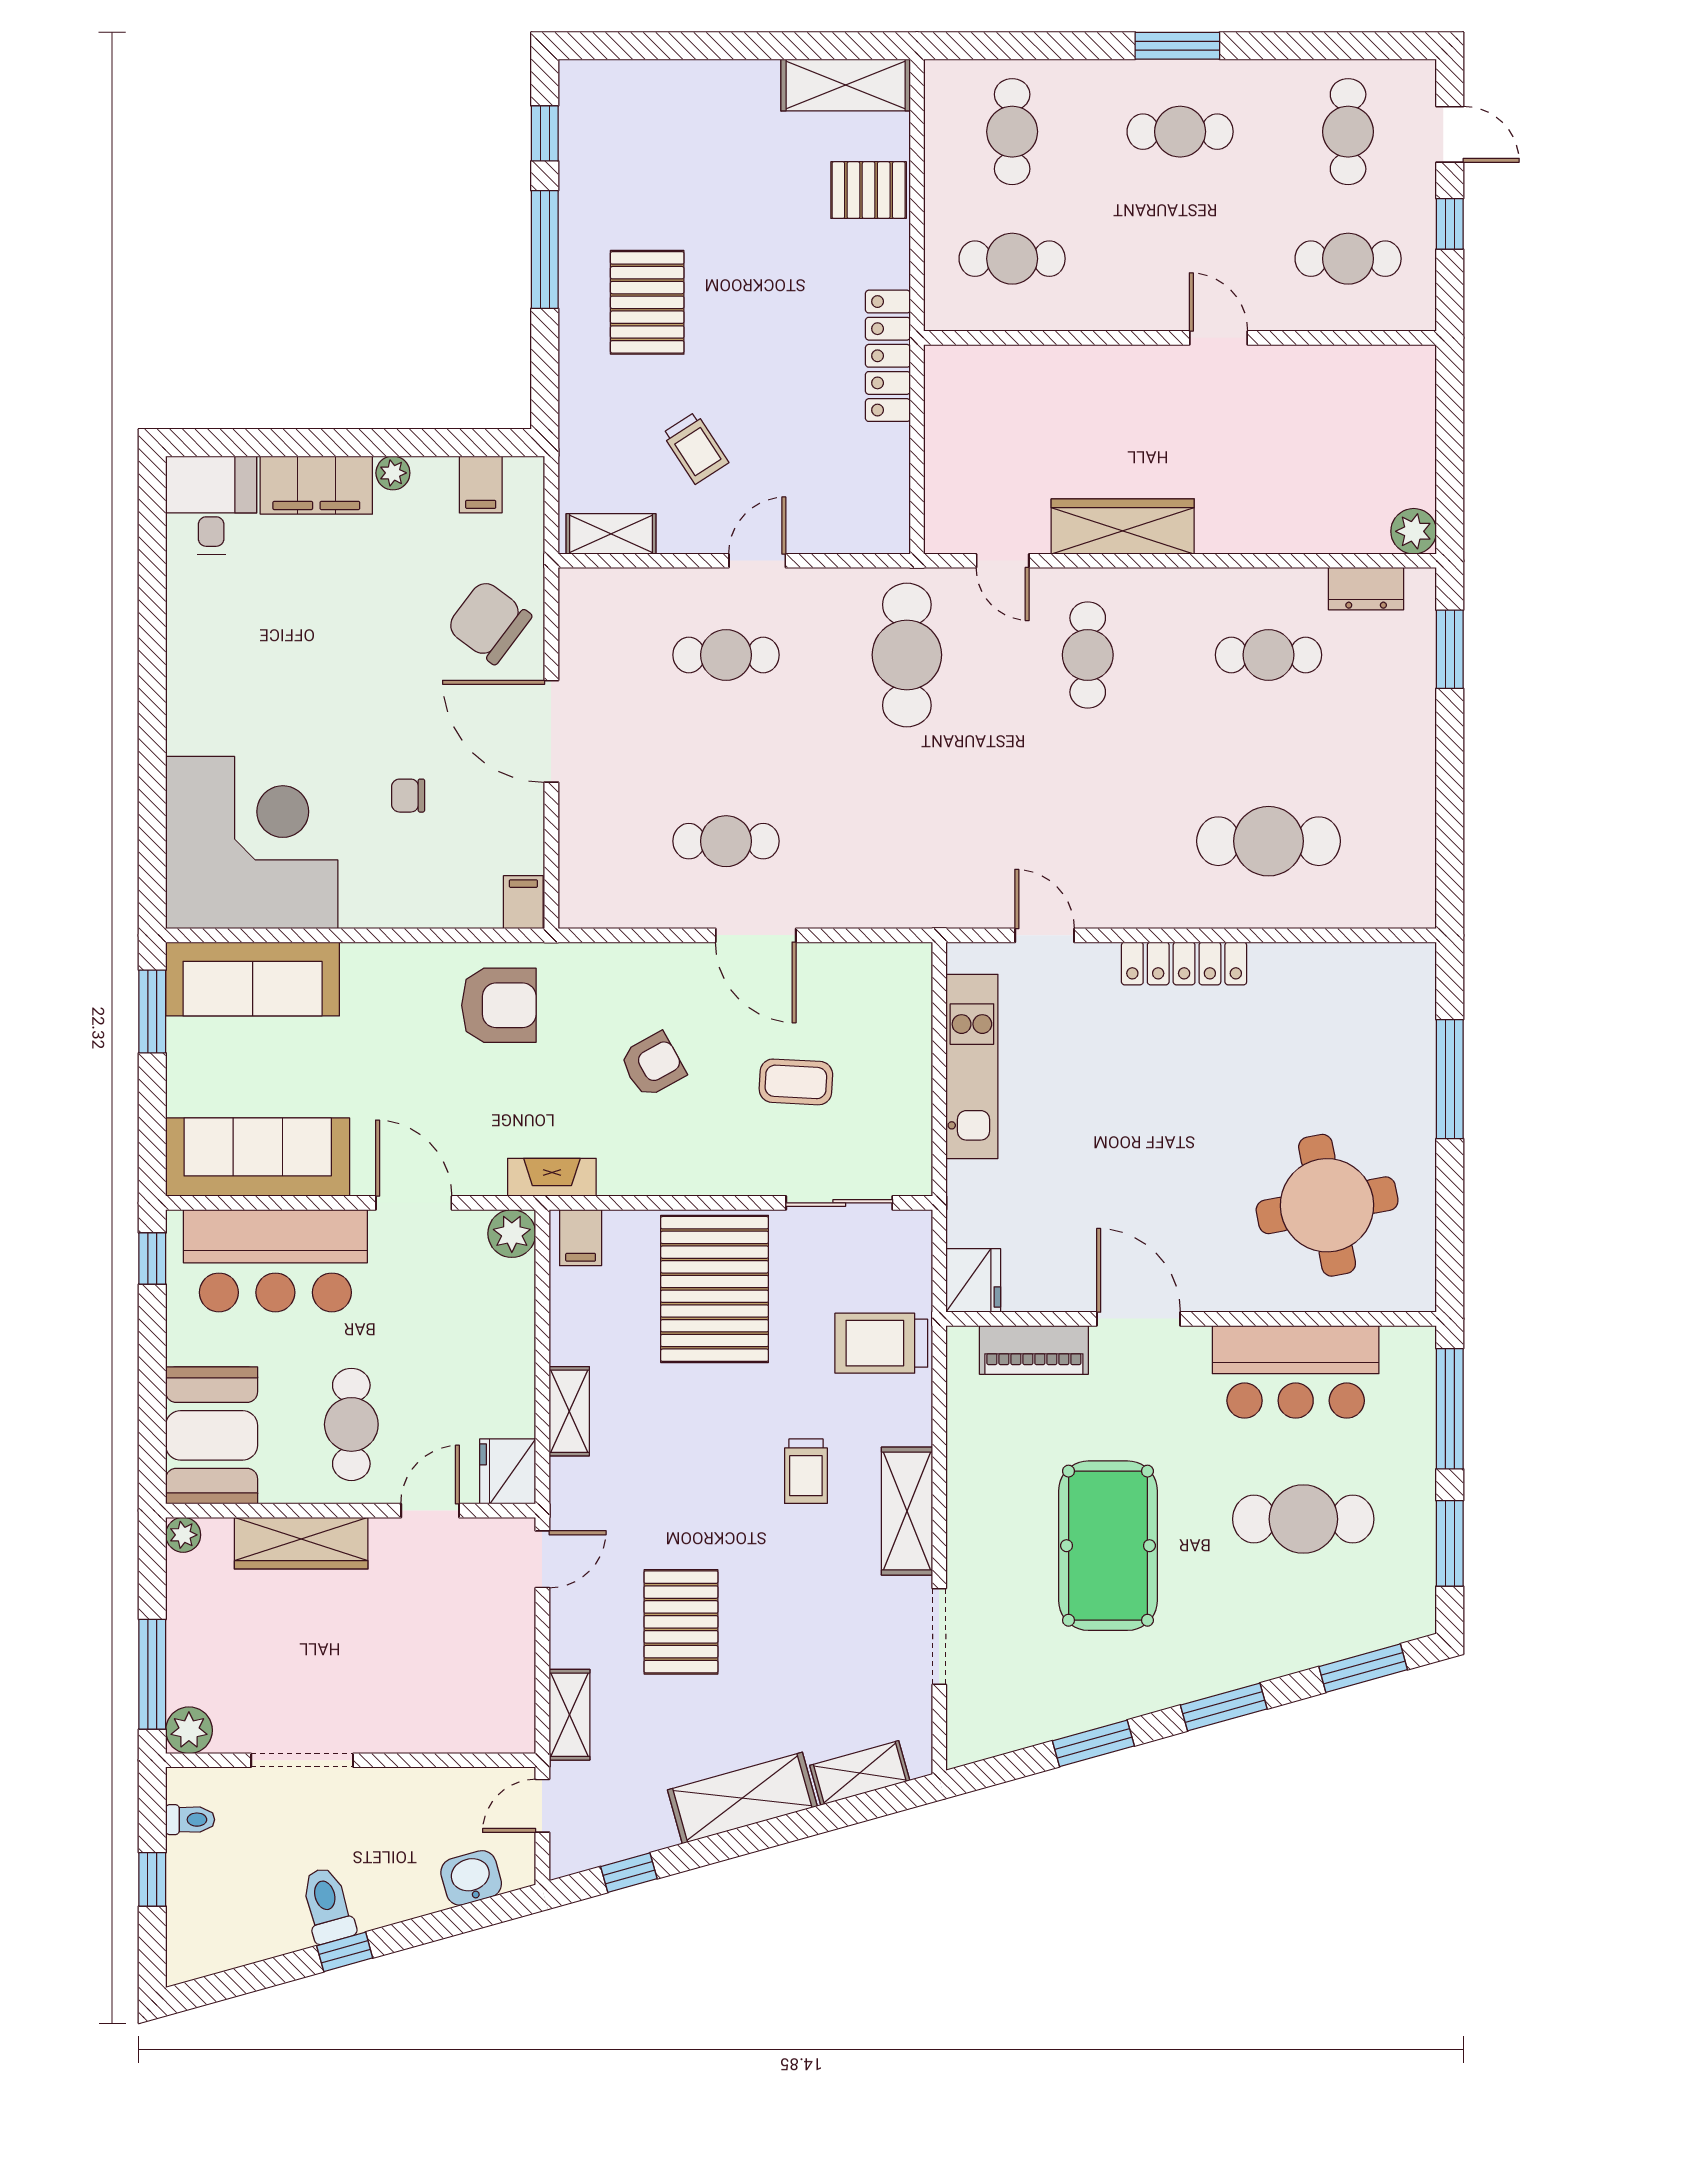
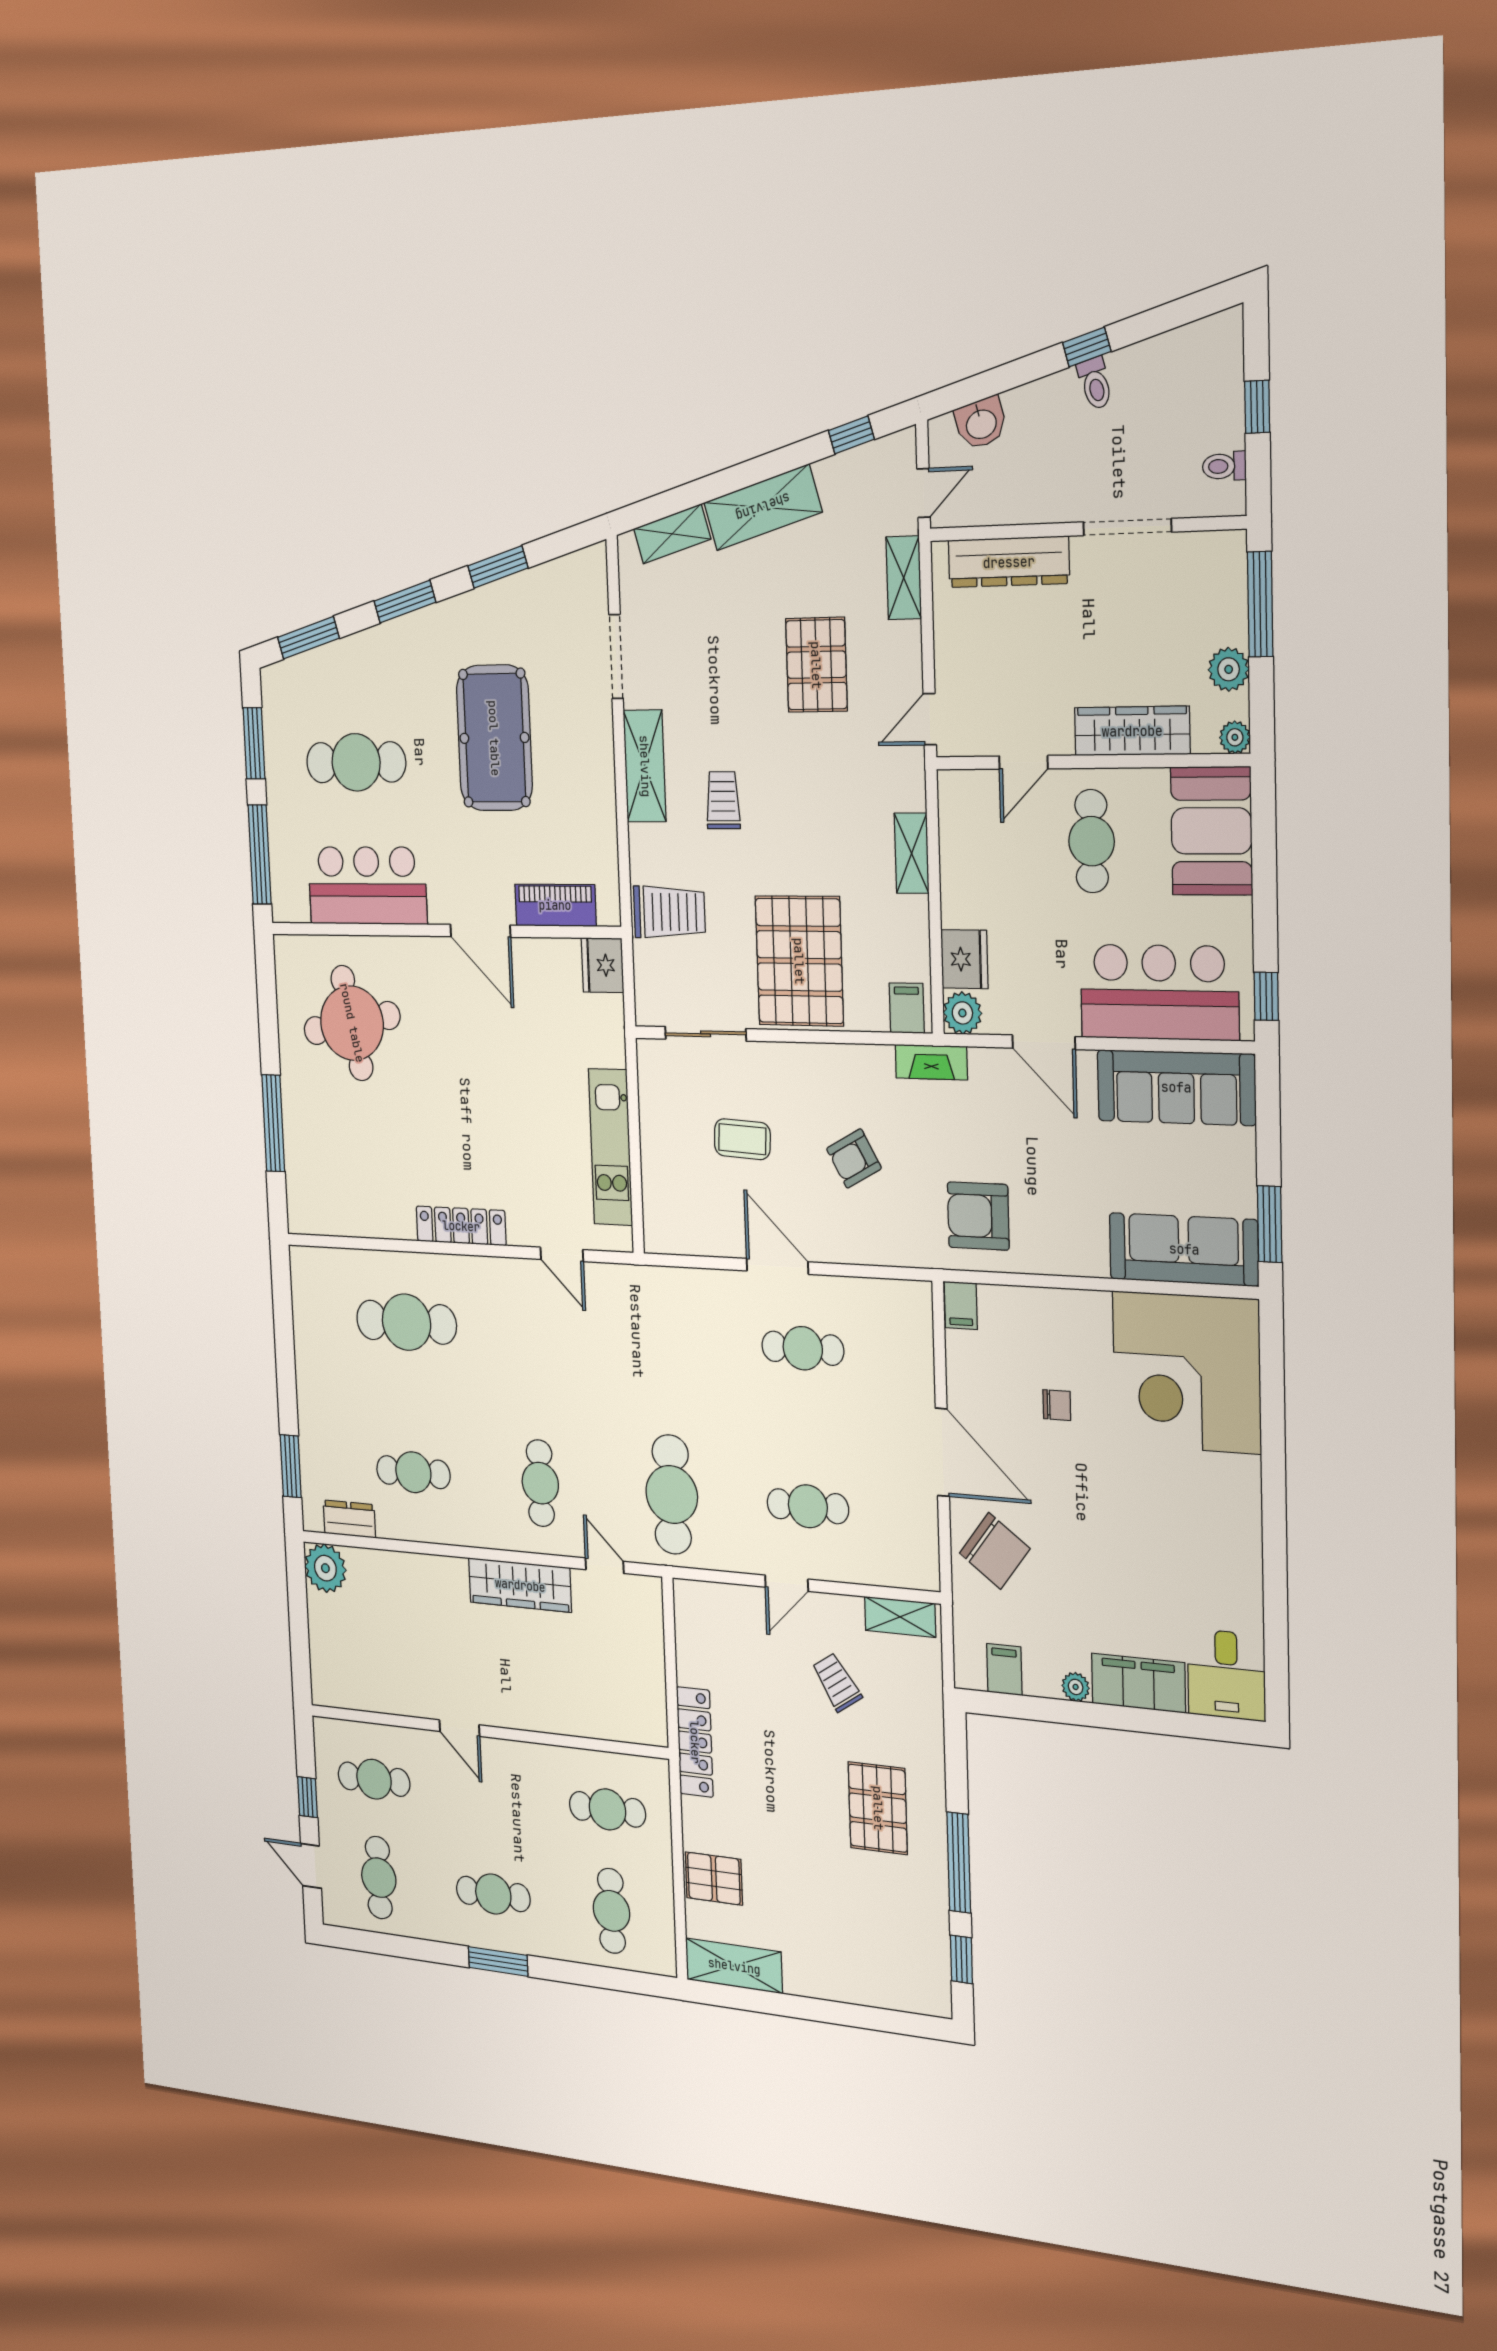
plant: (1414, 531) -> (325, 1568), width x1.36, depth x1.36
fridge: (508, 1471) -> (964, 959), moved
dresser: (442, 1728) -> (1009, 562), added
plant: (189, 1730) -> (1229, 669), moved
toilet: (327, 1905) -> (1095, 383), width x0.73, depth x0.72

